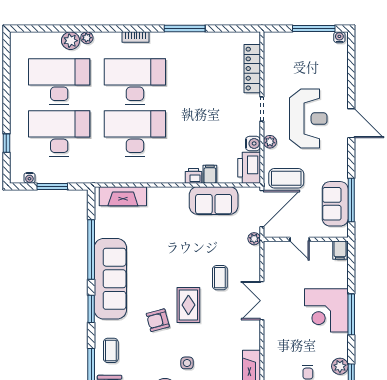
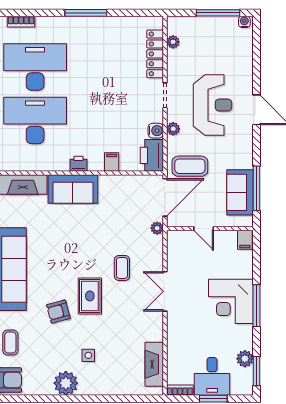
bookcase: (135, 37) -> (21, 22), moved
plant: (270, 57) -> (173, 42), added
printer: (194, 176) -> (78, 164), moved
sofa: (214, 201) -> (73, 189), moved

